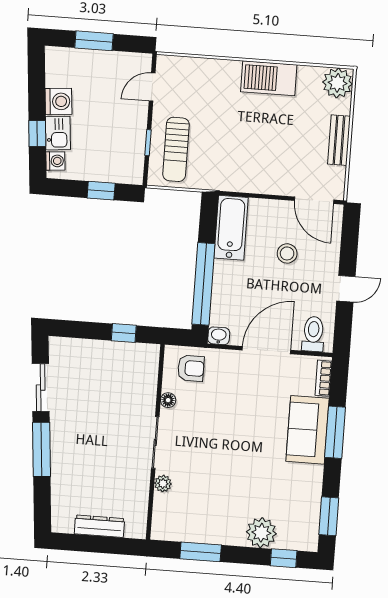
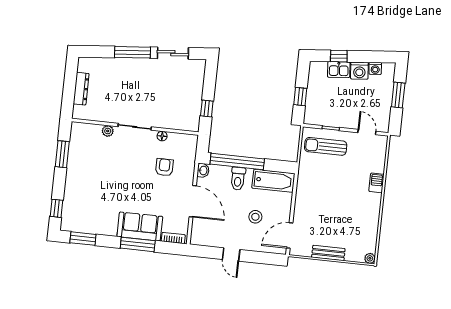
barbecue: (269, 78) -> (377, 183), moved, width x0.53, depth x0.65
plant: (338, 83) -> (370, 258), width x0.53, depth x0.53
washing machine: (55, 161) -> (375, 68), moved
toilet: (313, 334) -> (238, 179), moved, turned 90
armchair: (191, 368) -> (164, 167), moved, turned 180
plant: (261, 533) -> (74, 194), removed

